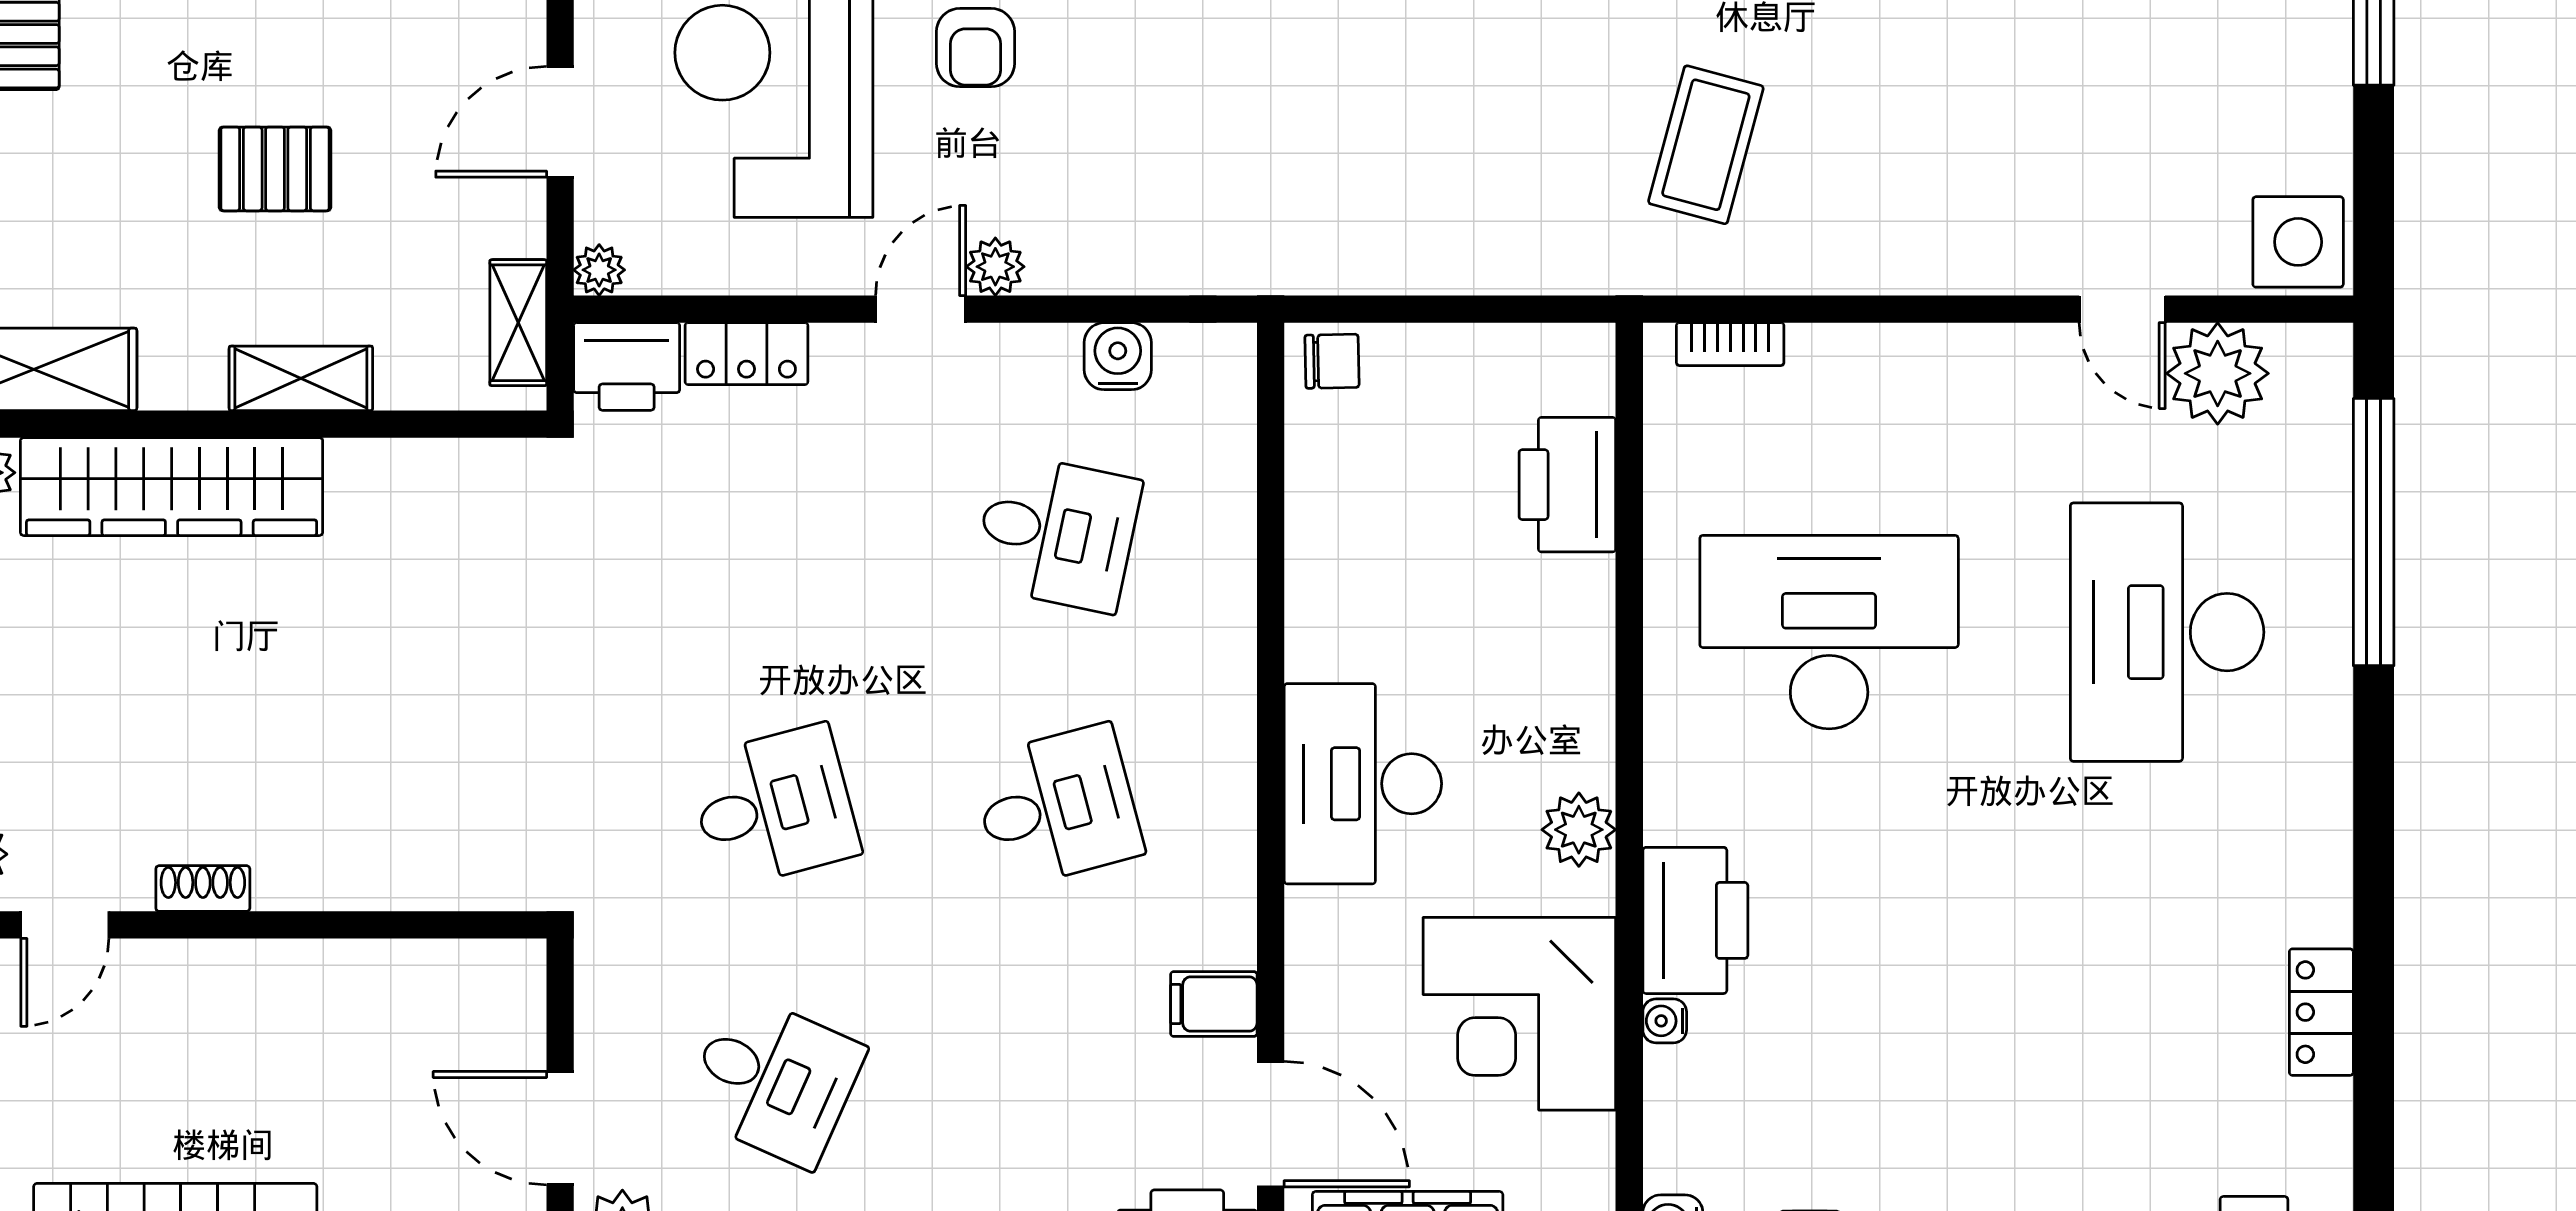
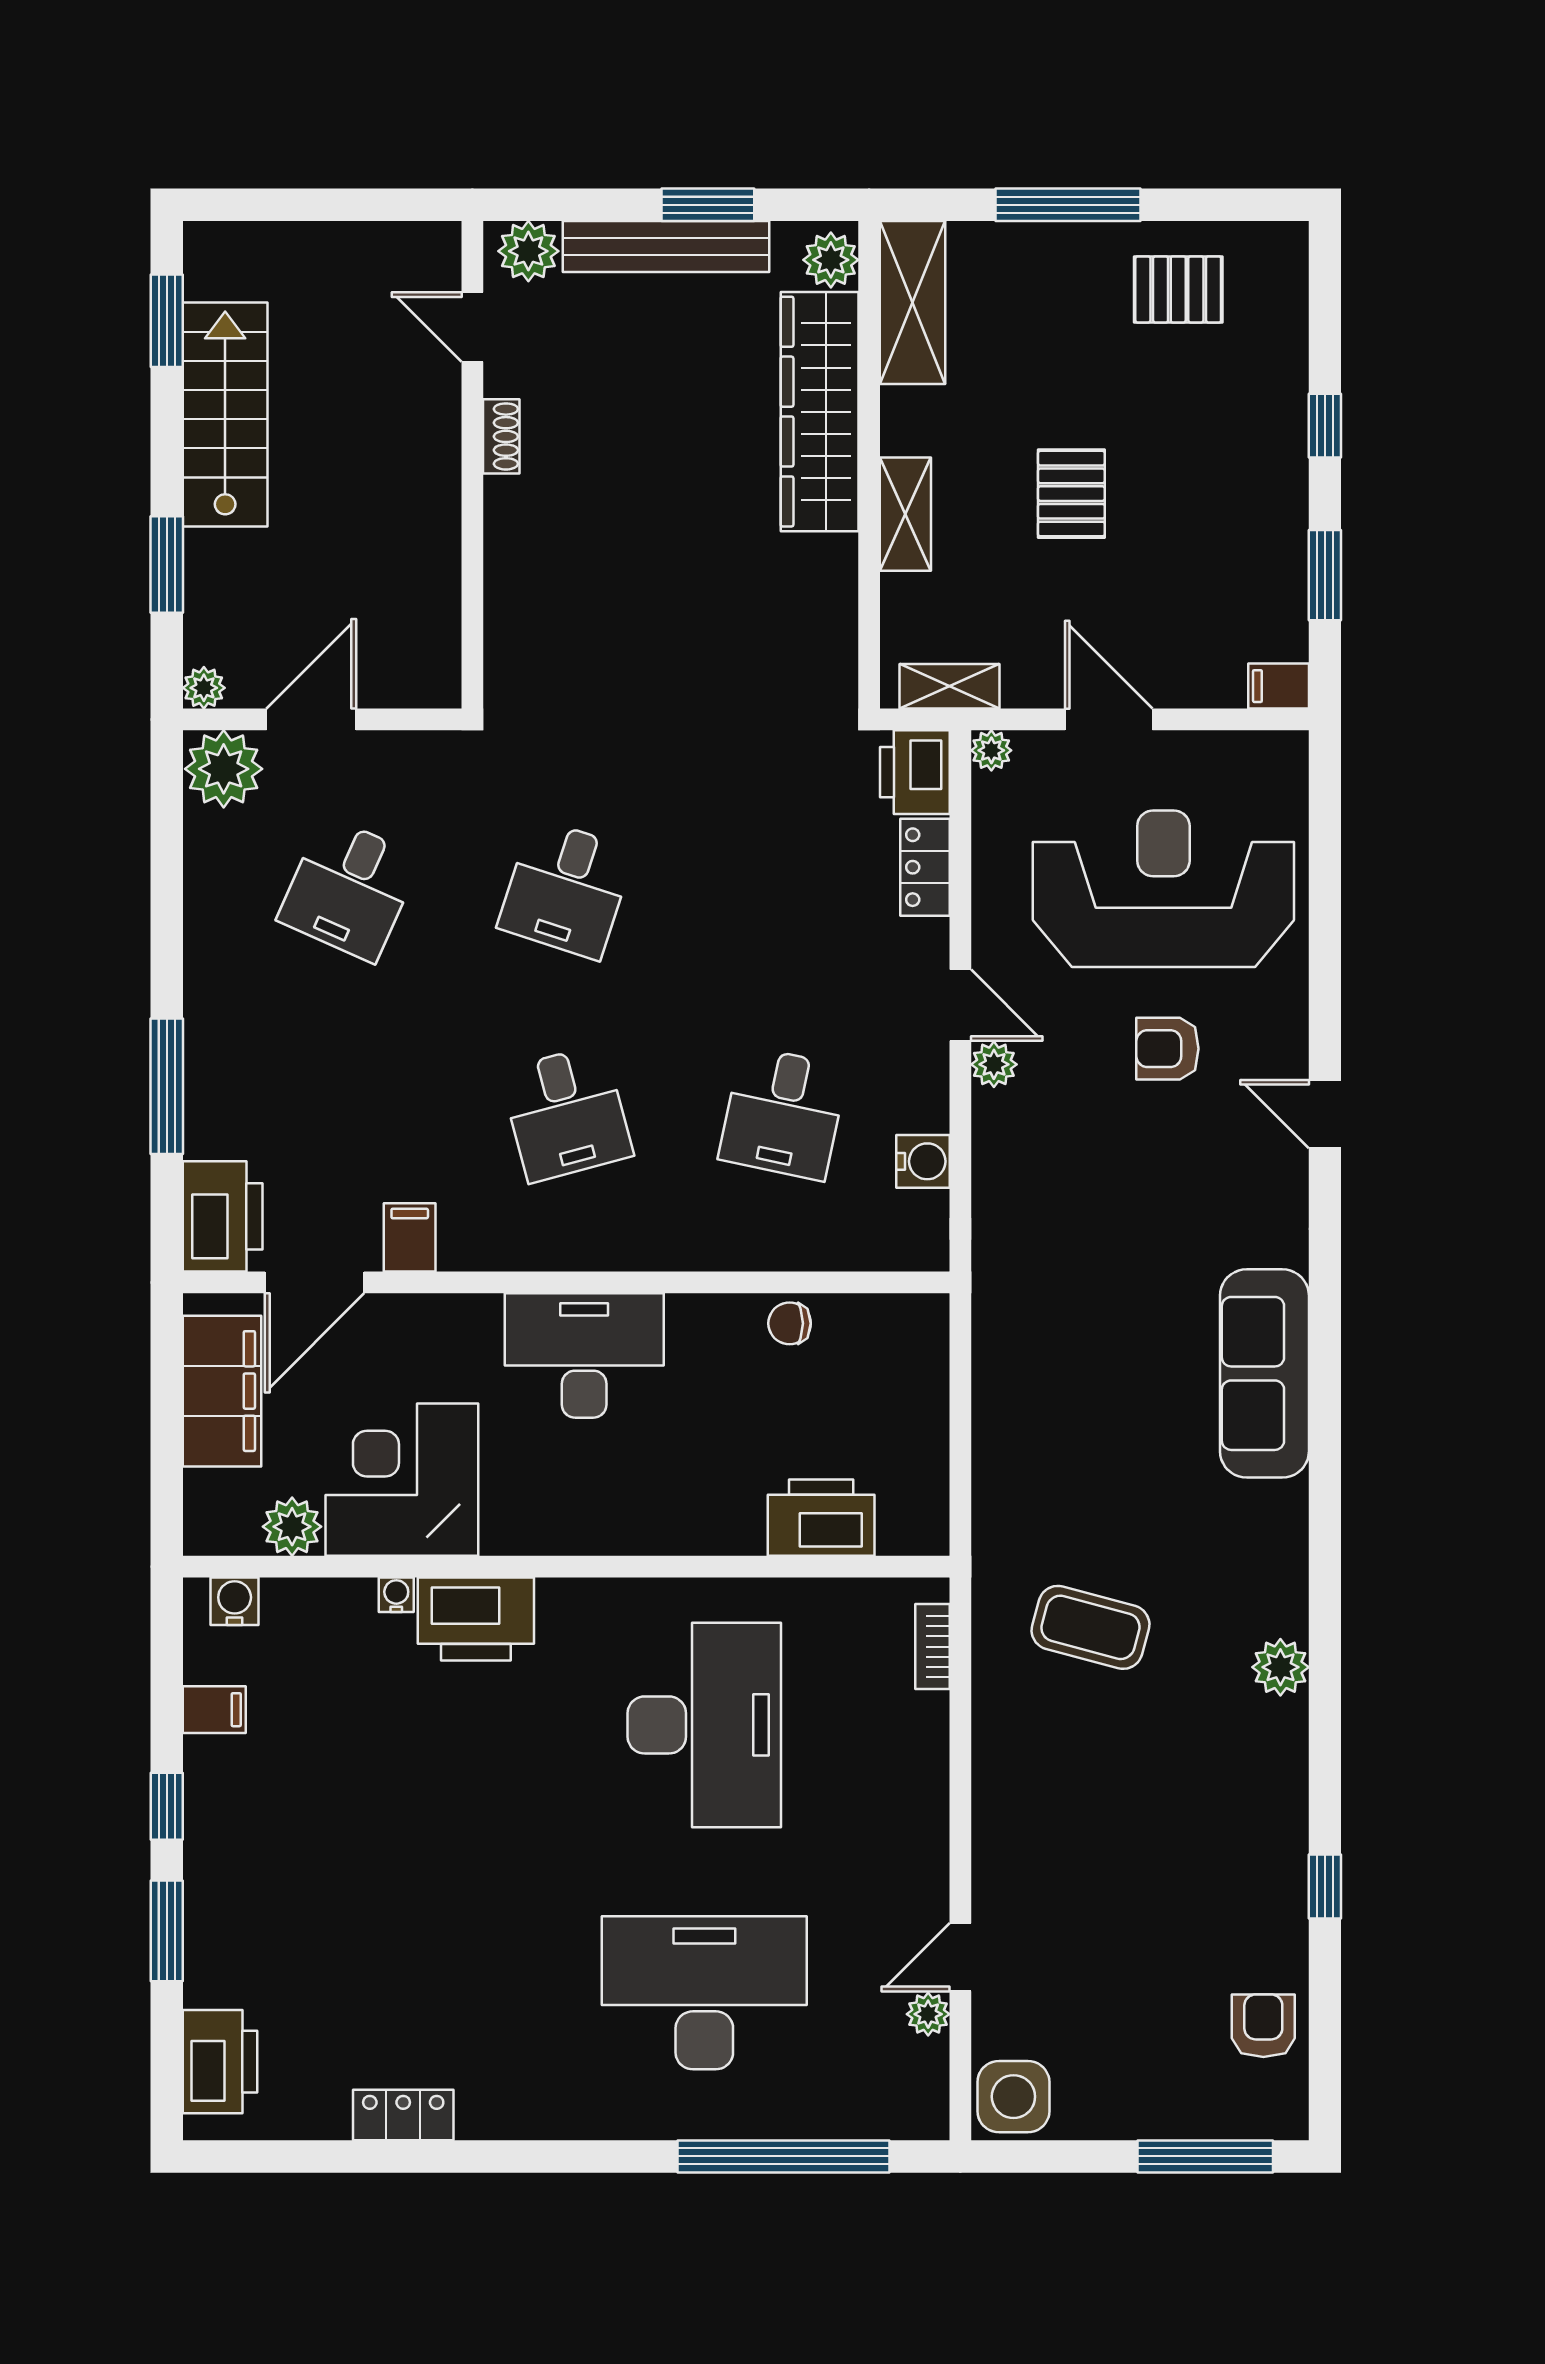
chair: (1332, 361) -> (790, 1323), moved, turned 91
plant: (2218, 373) -> (928, 2014), width x0.53, depth x0.53
desk: (774, 806) -> (566, 889), turned 33
plant: (1579, 830) -> (292, 1527), moved

